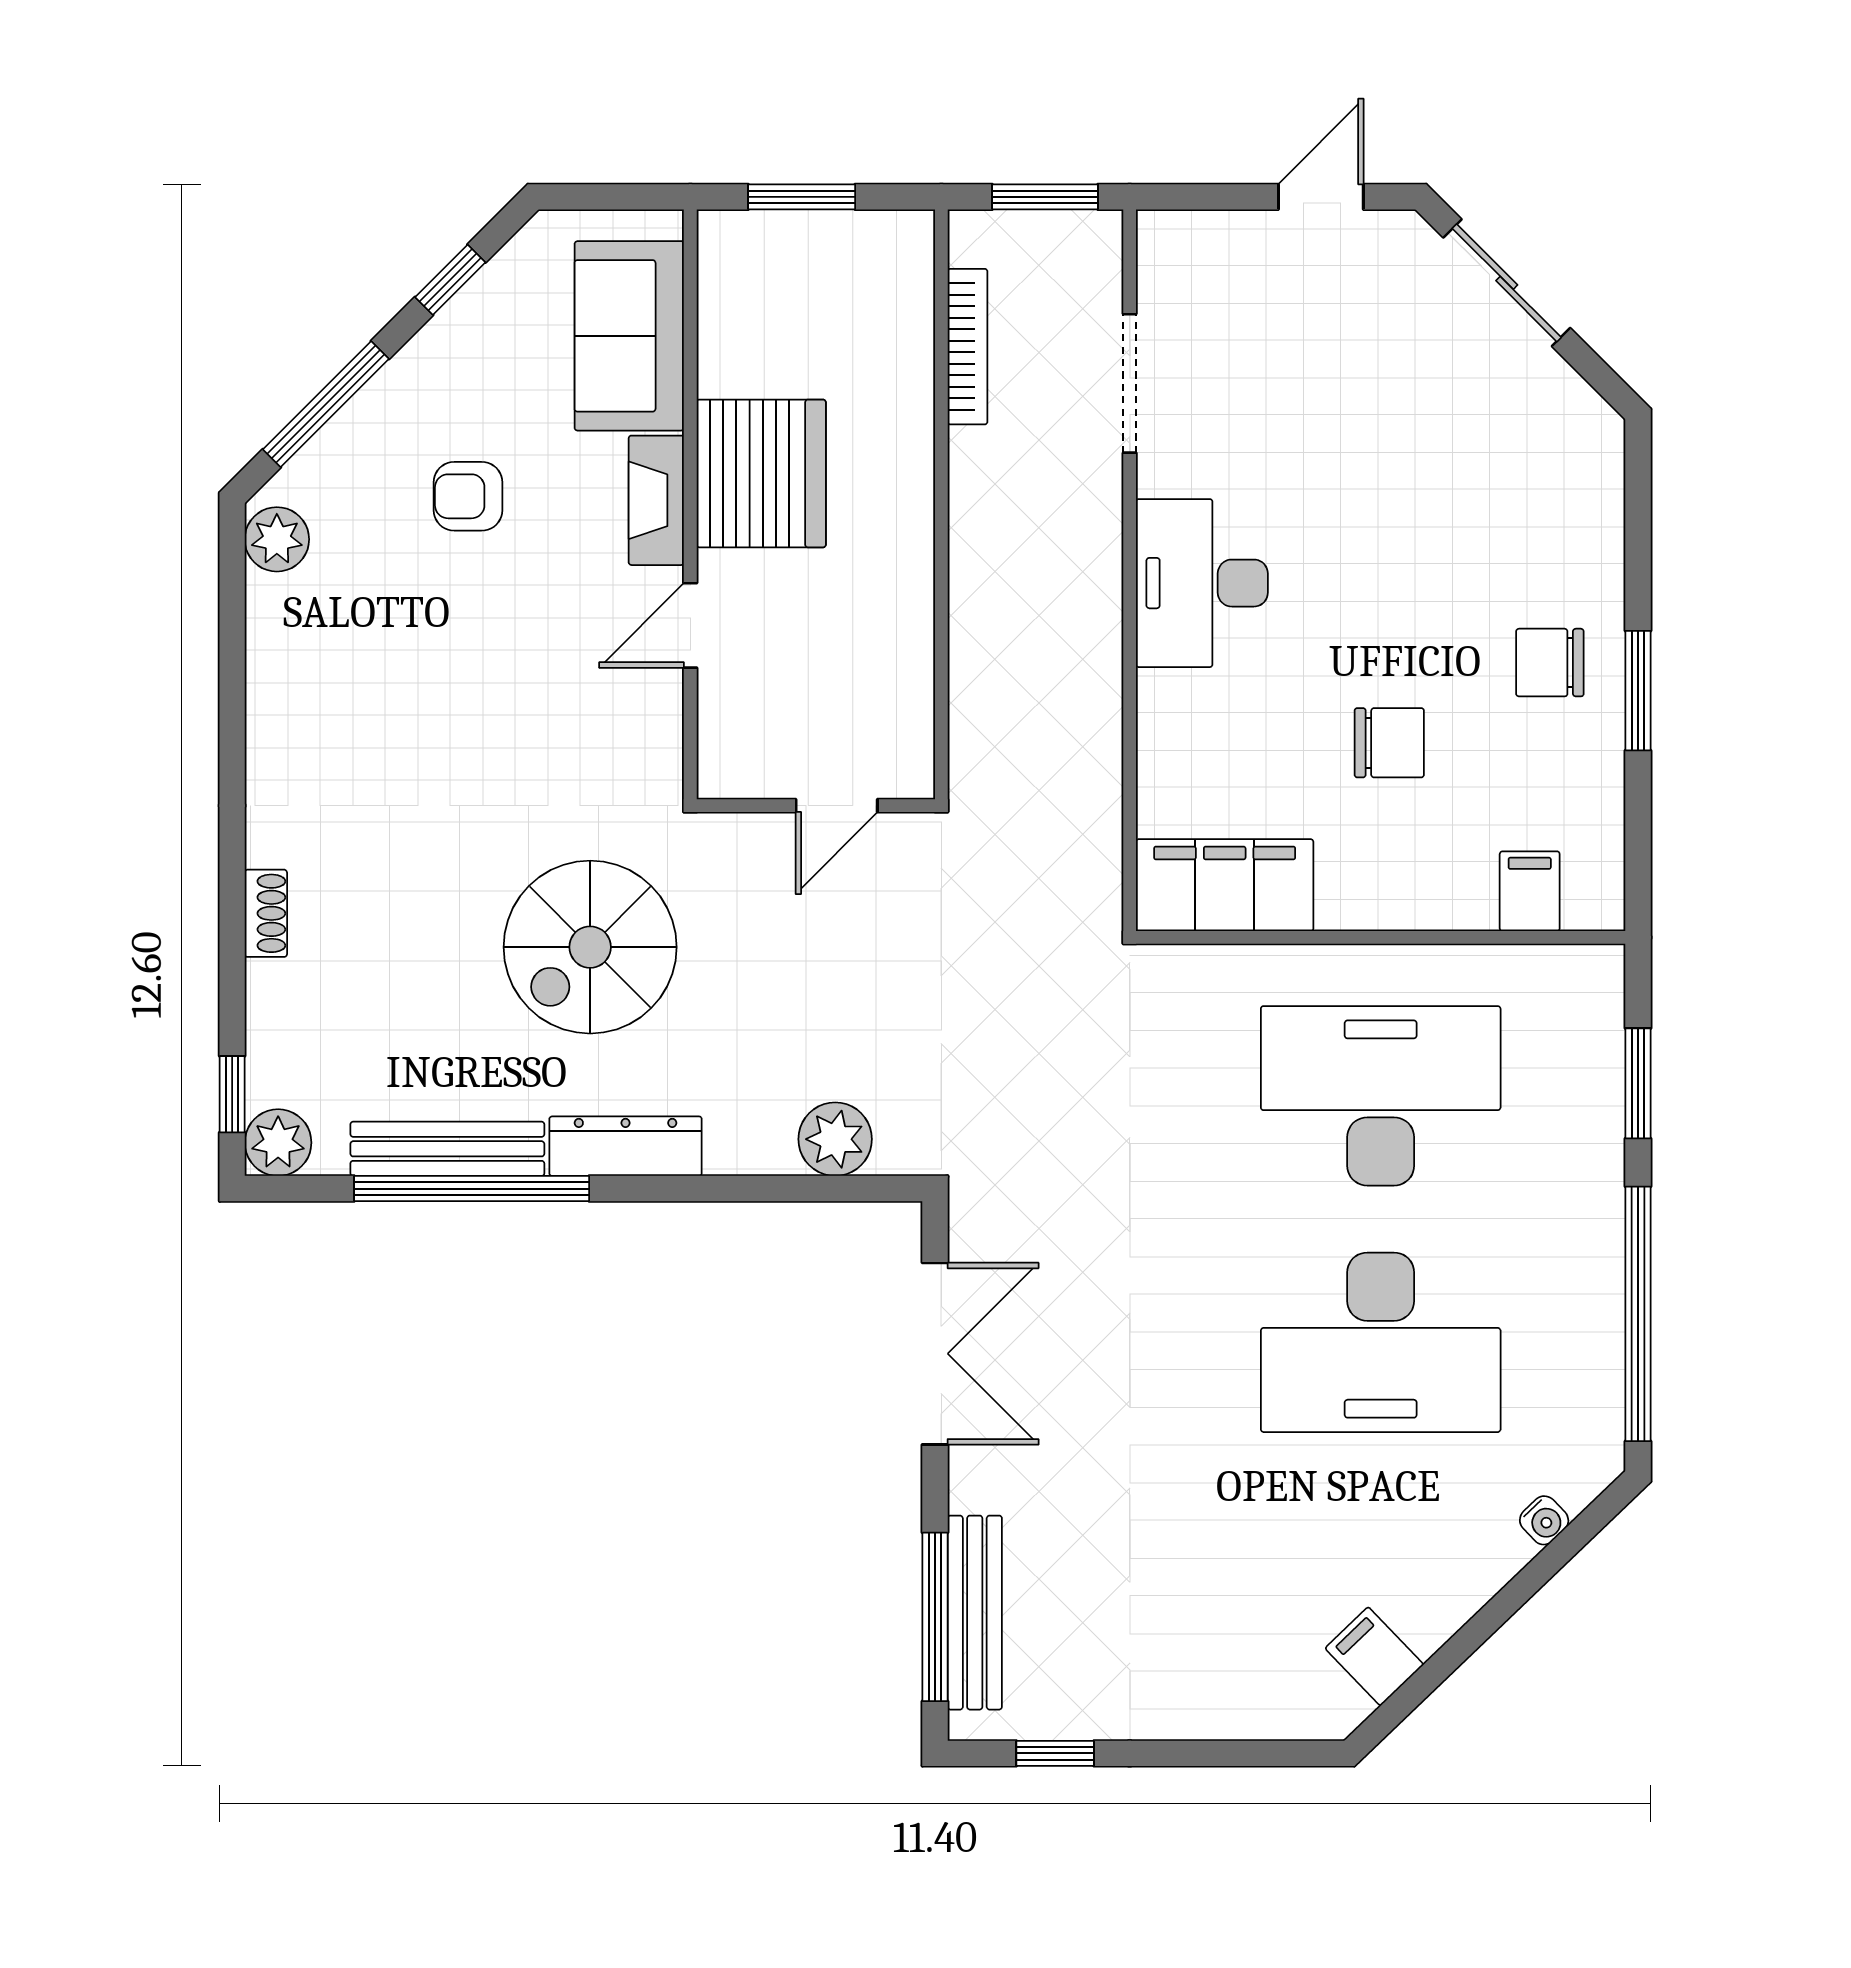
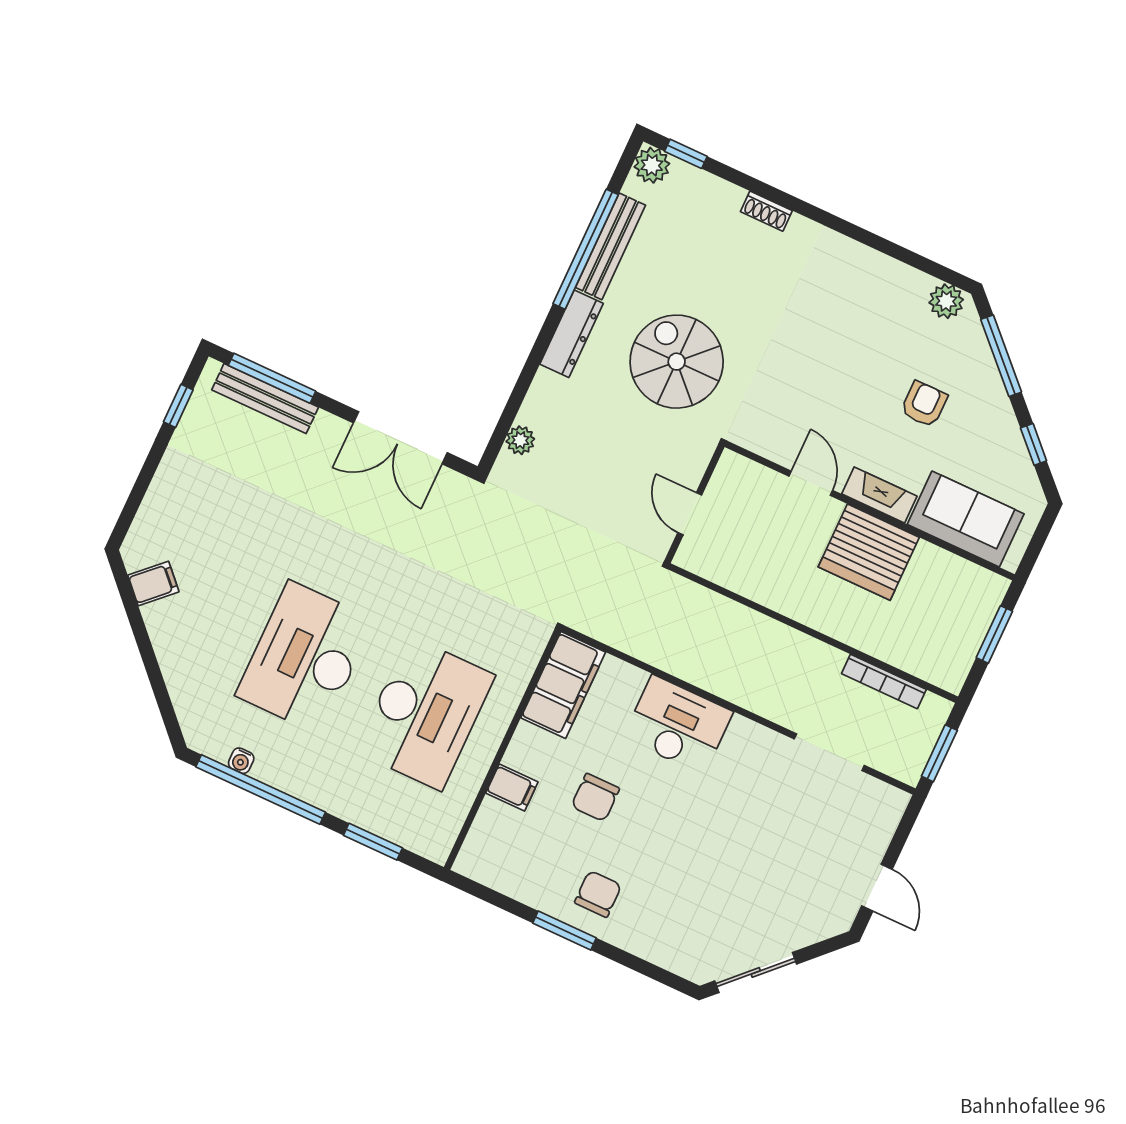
sliding door: (1507, 283) -> (756, 972), moved
desk: (1202, 583) -> (678, 725), moved
filing cabinet: (1530, 891) -> (512, 788), moved
plant: (835, 1139) -> (520, 440), width x0.73, depth x0.73
water cooler: (1544, 1520) -> (241, 761), moved, turned -46

